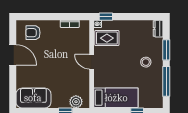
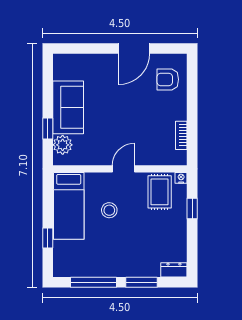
window: (106, 17) -> (192, 208), moved
armchair: (33, 33) -> (168, 79), turned -90
stool: (146, 62) -> (109, 210), moved
sofa: (33, 98) -> (68, 107), moved

